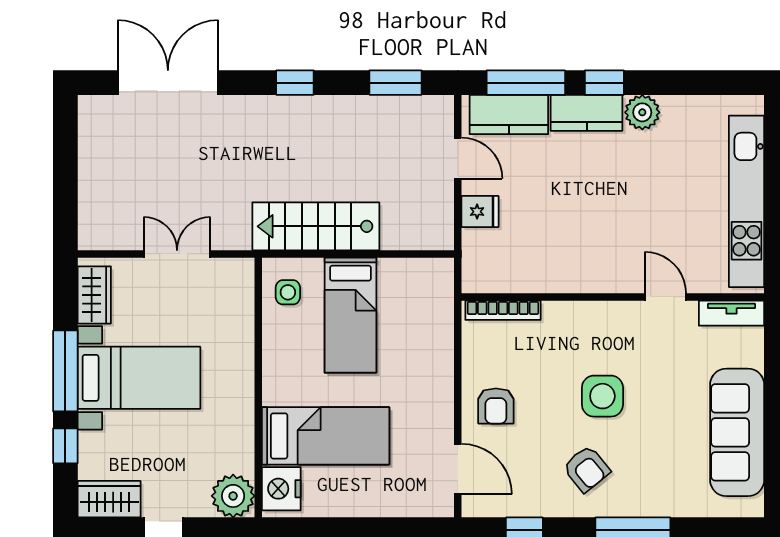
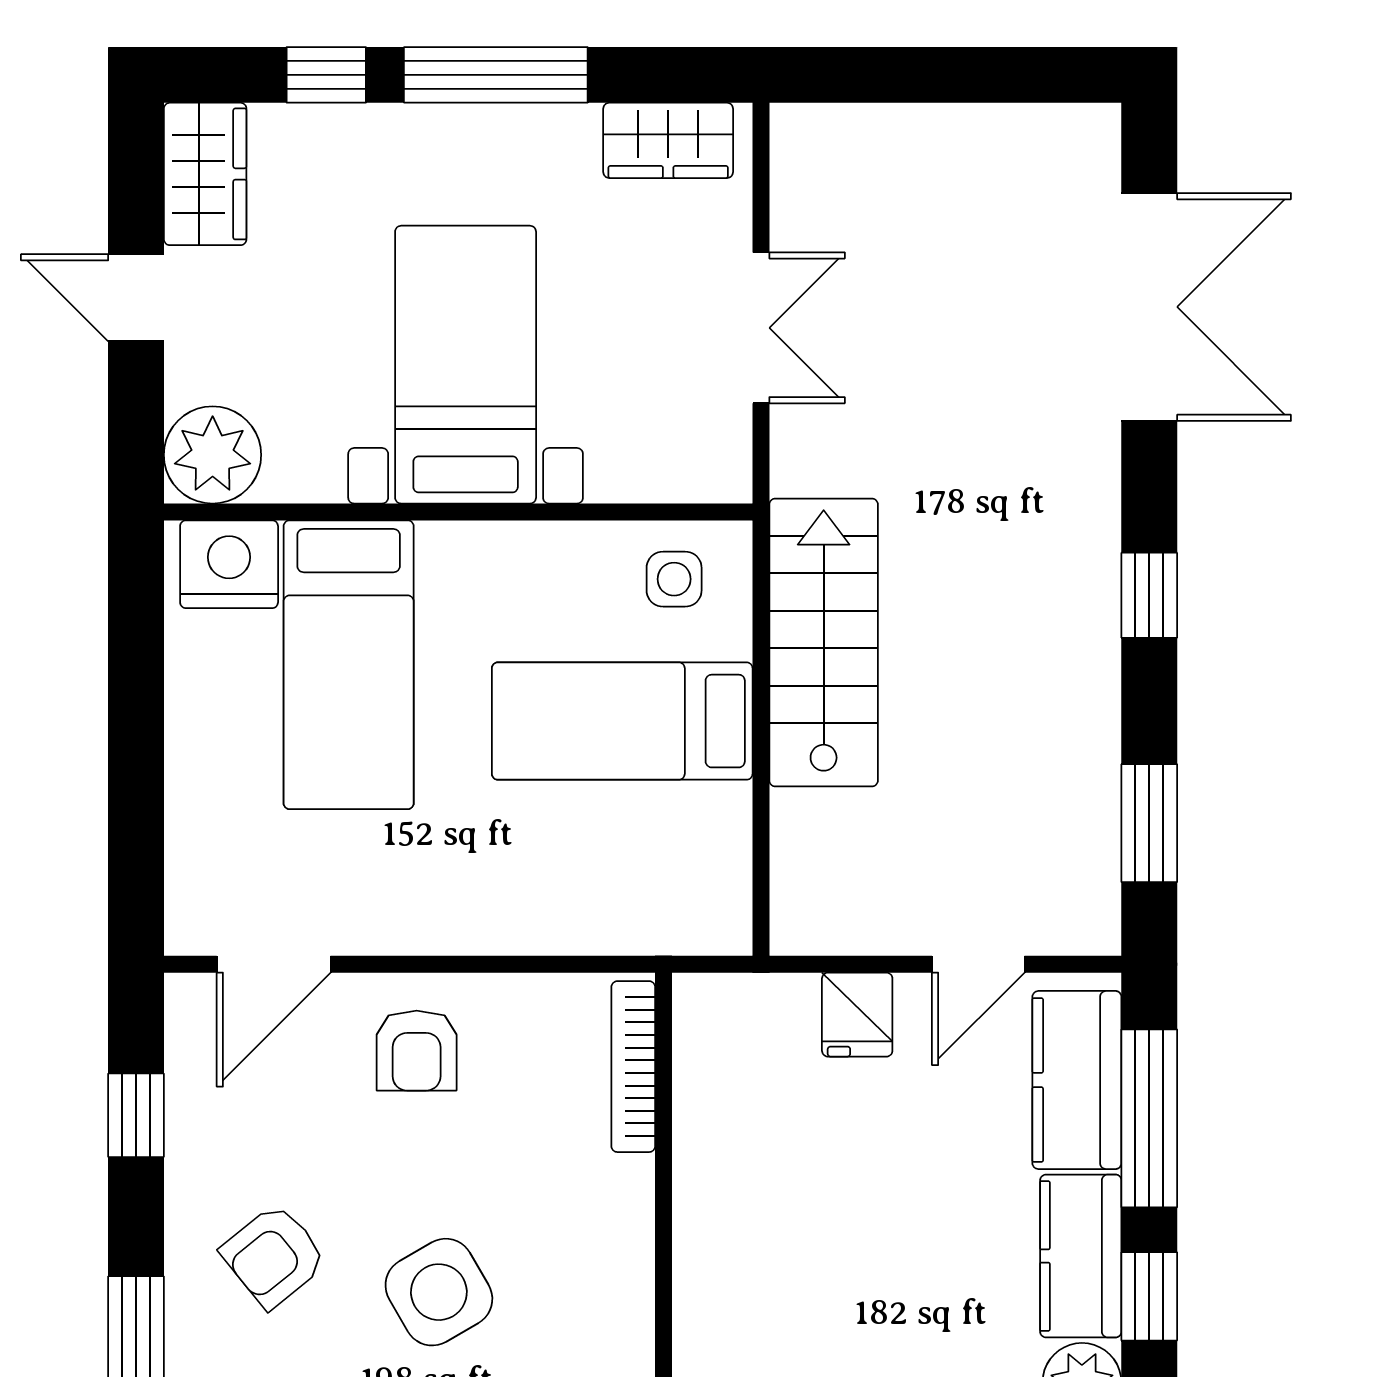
bed with nightstands: (139, 378) -> (466, 365), moved, turned 180
side table: (602, 396) -> (439, 1292), turned -30
armchair: (496, 406) -> (417, 1051), turned -90

